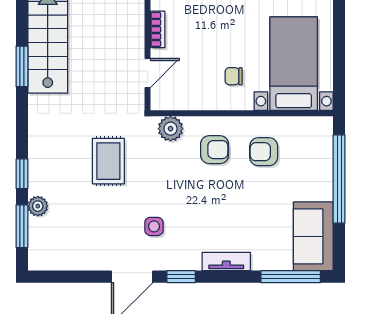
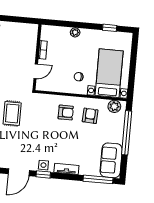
plant: (171, 129) -> (114, 106), moved
armchair: (264, 152) -> (90, 116), turned 93
side table: (154, 226) -> (43, 165), moved

